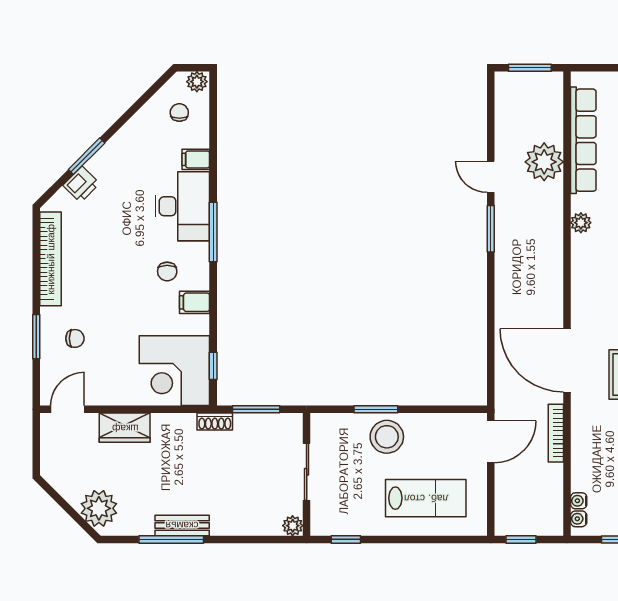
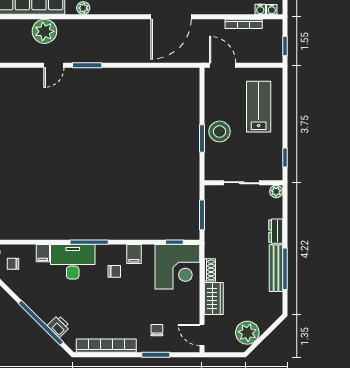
window: (87, 156) -> (41, 323), width x2.11
shoe rack: (215, 422) -> (210, 270), moved
bookcase: (556, 433) -> (244, 24), moved
plant: (99, 508) -> (247, 333), moved
bench: (182, 525) -> (276, 268), width x1.36
dresser: (230, 525) -> (276, 231), added

